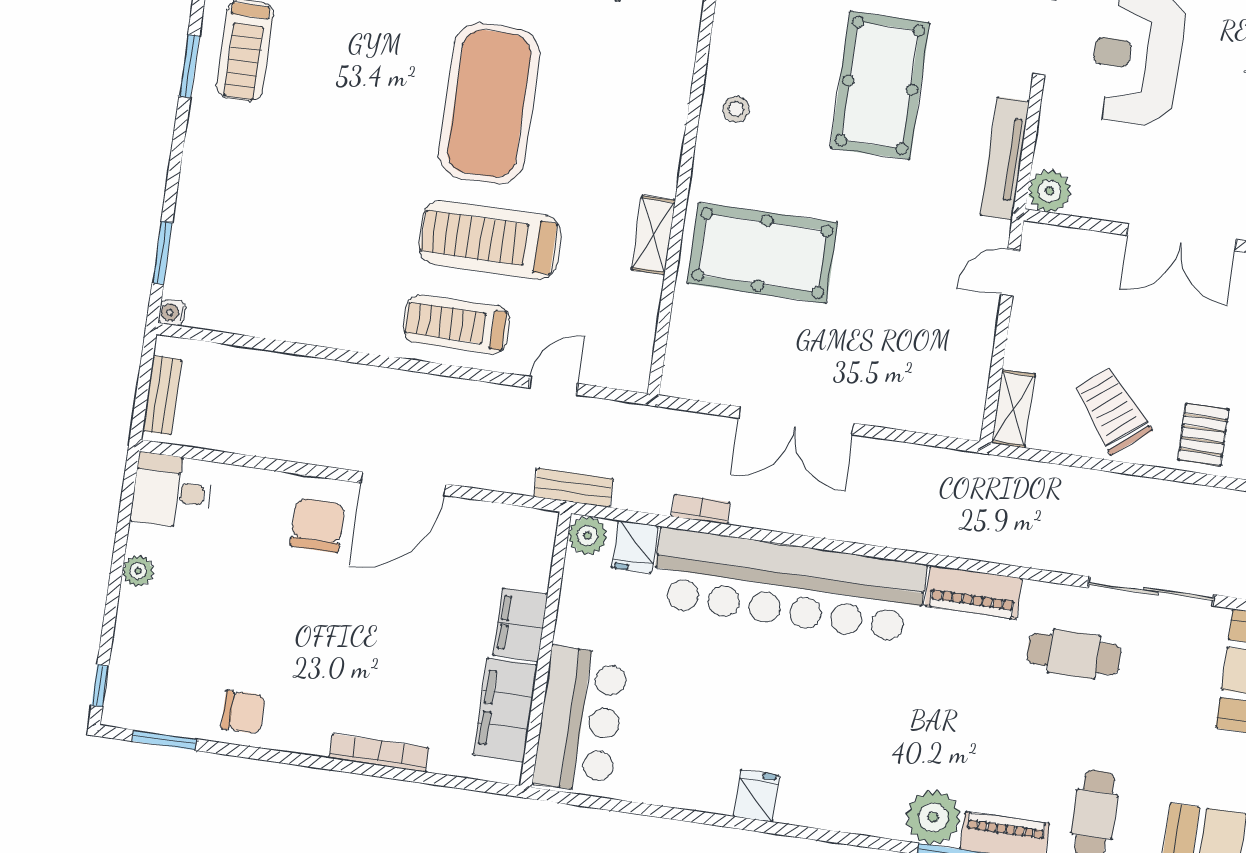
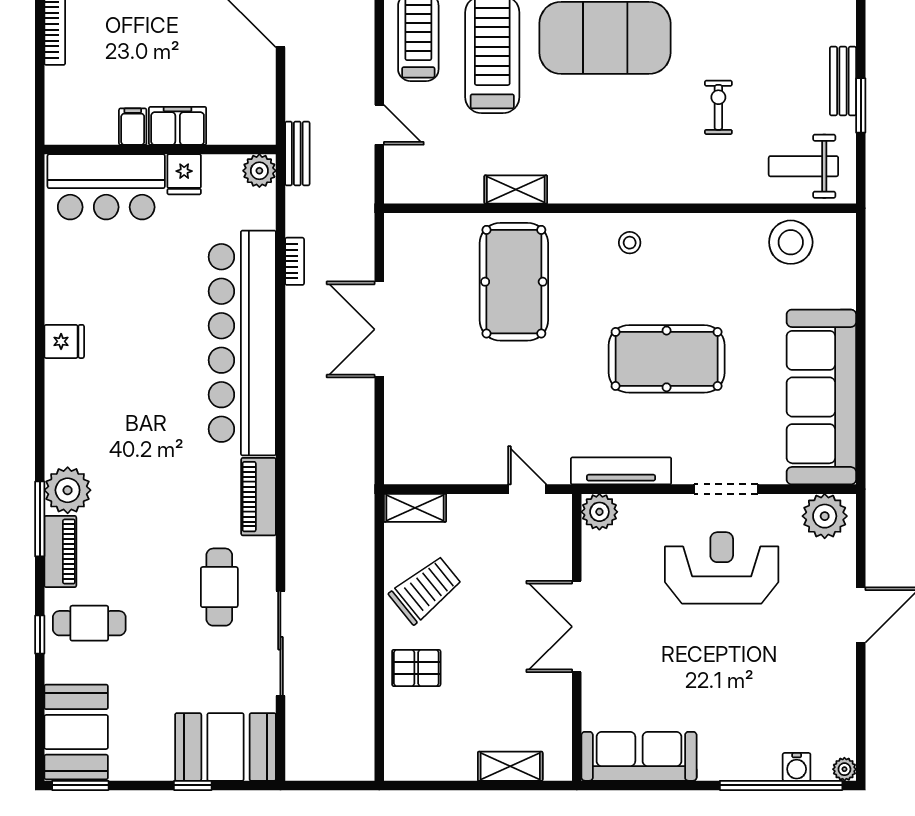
fridge: (635, 547) -> (184, 174), moved, turned -90
filing cabinet: (505, 710) -> (133, 127), width x0.33, depth x0.86

